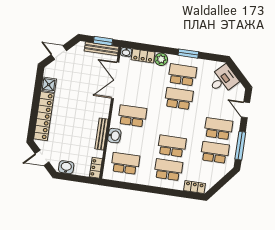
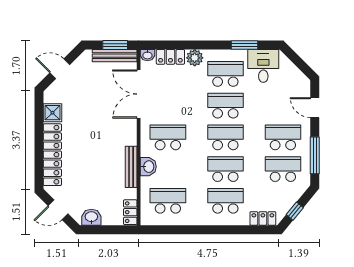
window: (188, 54) -> (245, 45), moved
desk: (223, 80) -> (263, 66), moved, turned -45
school desk: (175, 122) -> (225, 137), added
window: (219, 185) -> (295, 211), added

